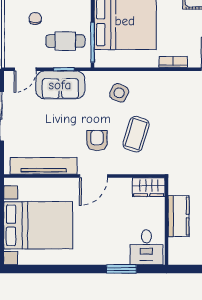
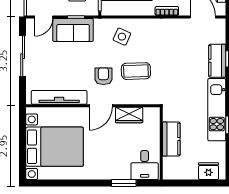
coffee table: (136, 134) -> (136, 71), turned 71
wardrobe: (149, 187) -> (129, 115), moved

